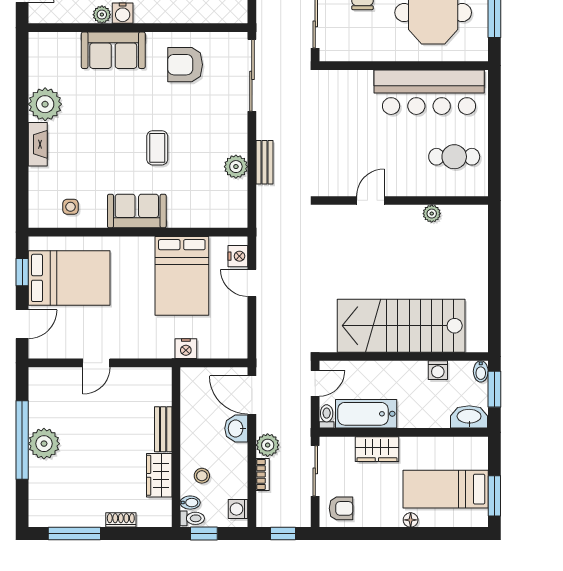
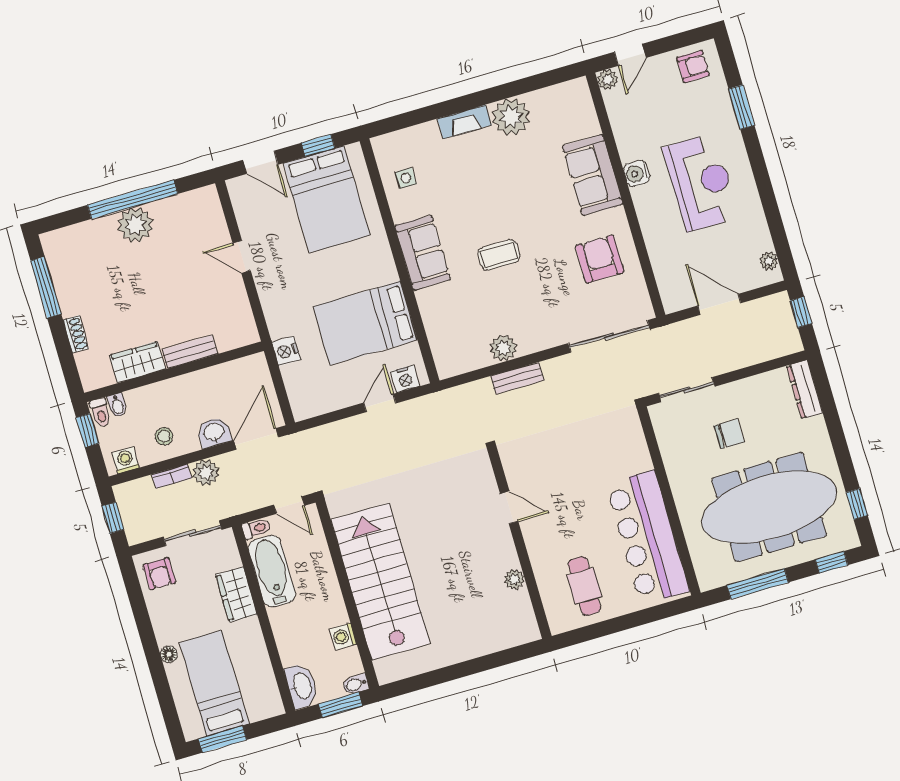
plant: (102, 15) -> (608, 80), moved
stool: (202, 476) -> (164, 436), moved

